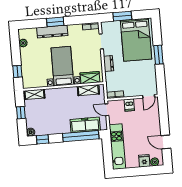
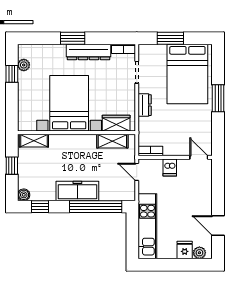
dresser: (52, 32) -> (89, 52), moved
bed with nightstands: (62, 66) -> (69, 103), width x1.36
window: (17, 71) -> (12, 74), moved
door: (149, 96) -> (199, 157), swing flipped
freezer: (85, 125) -> (77, 191), moved

